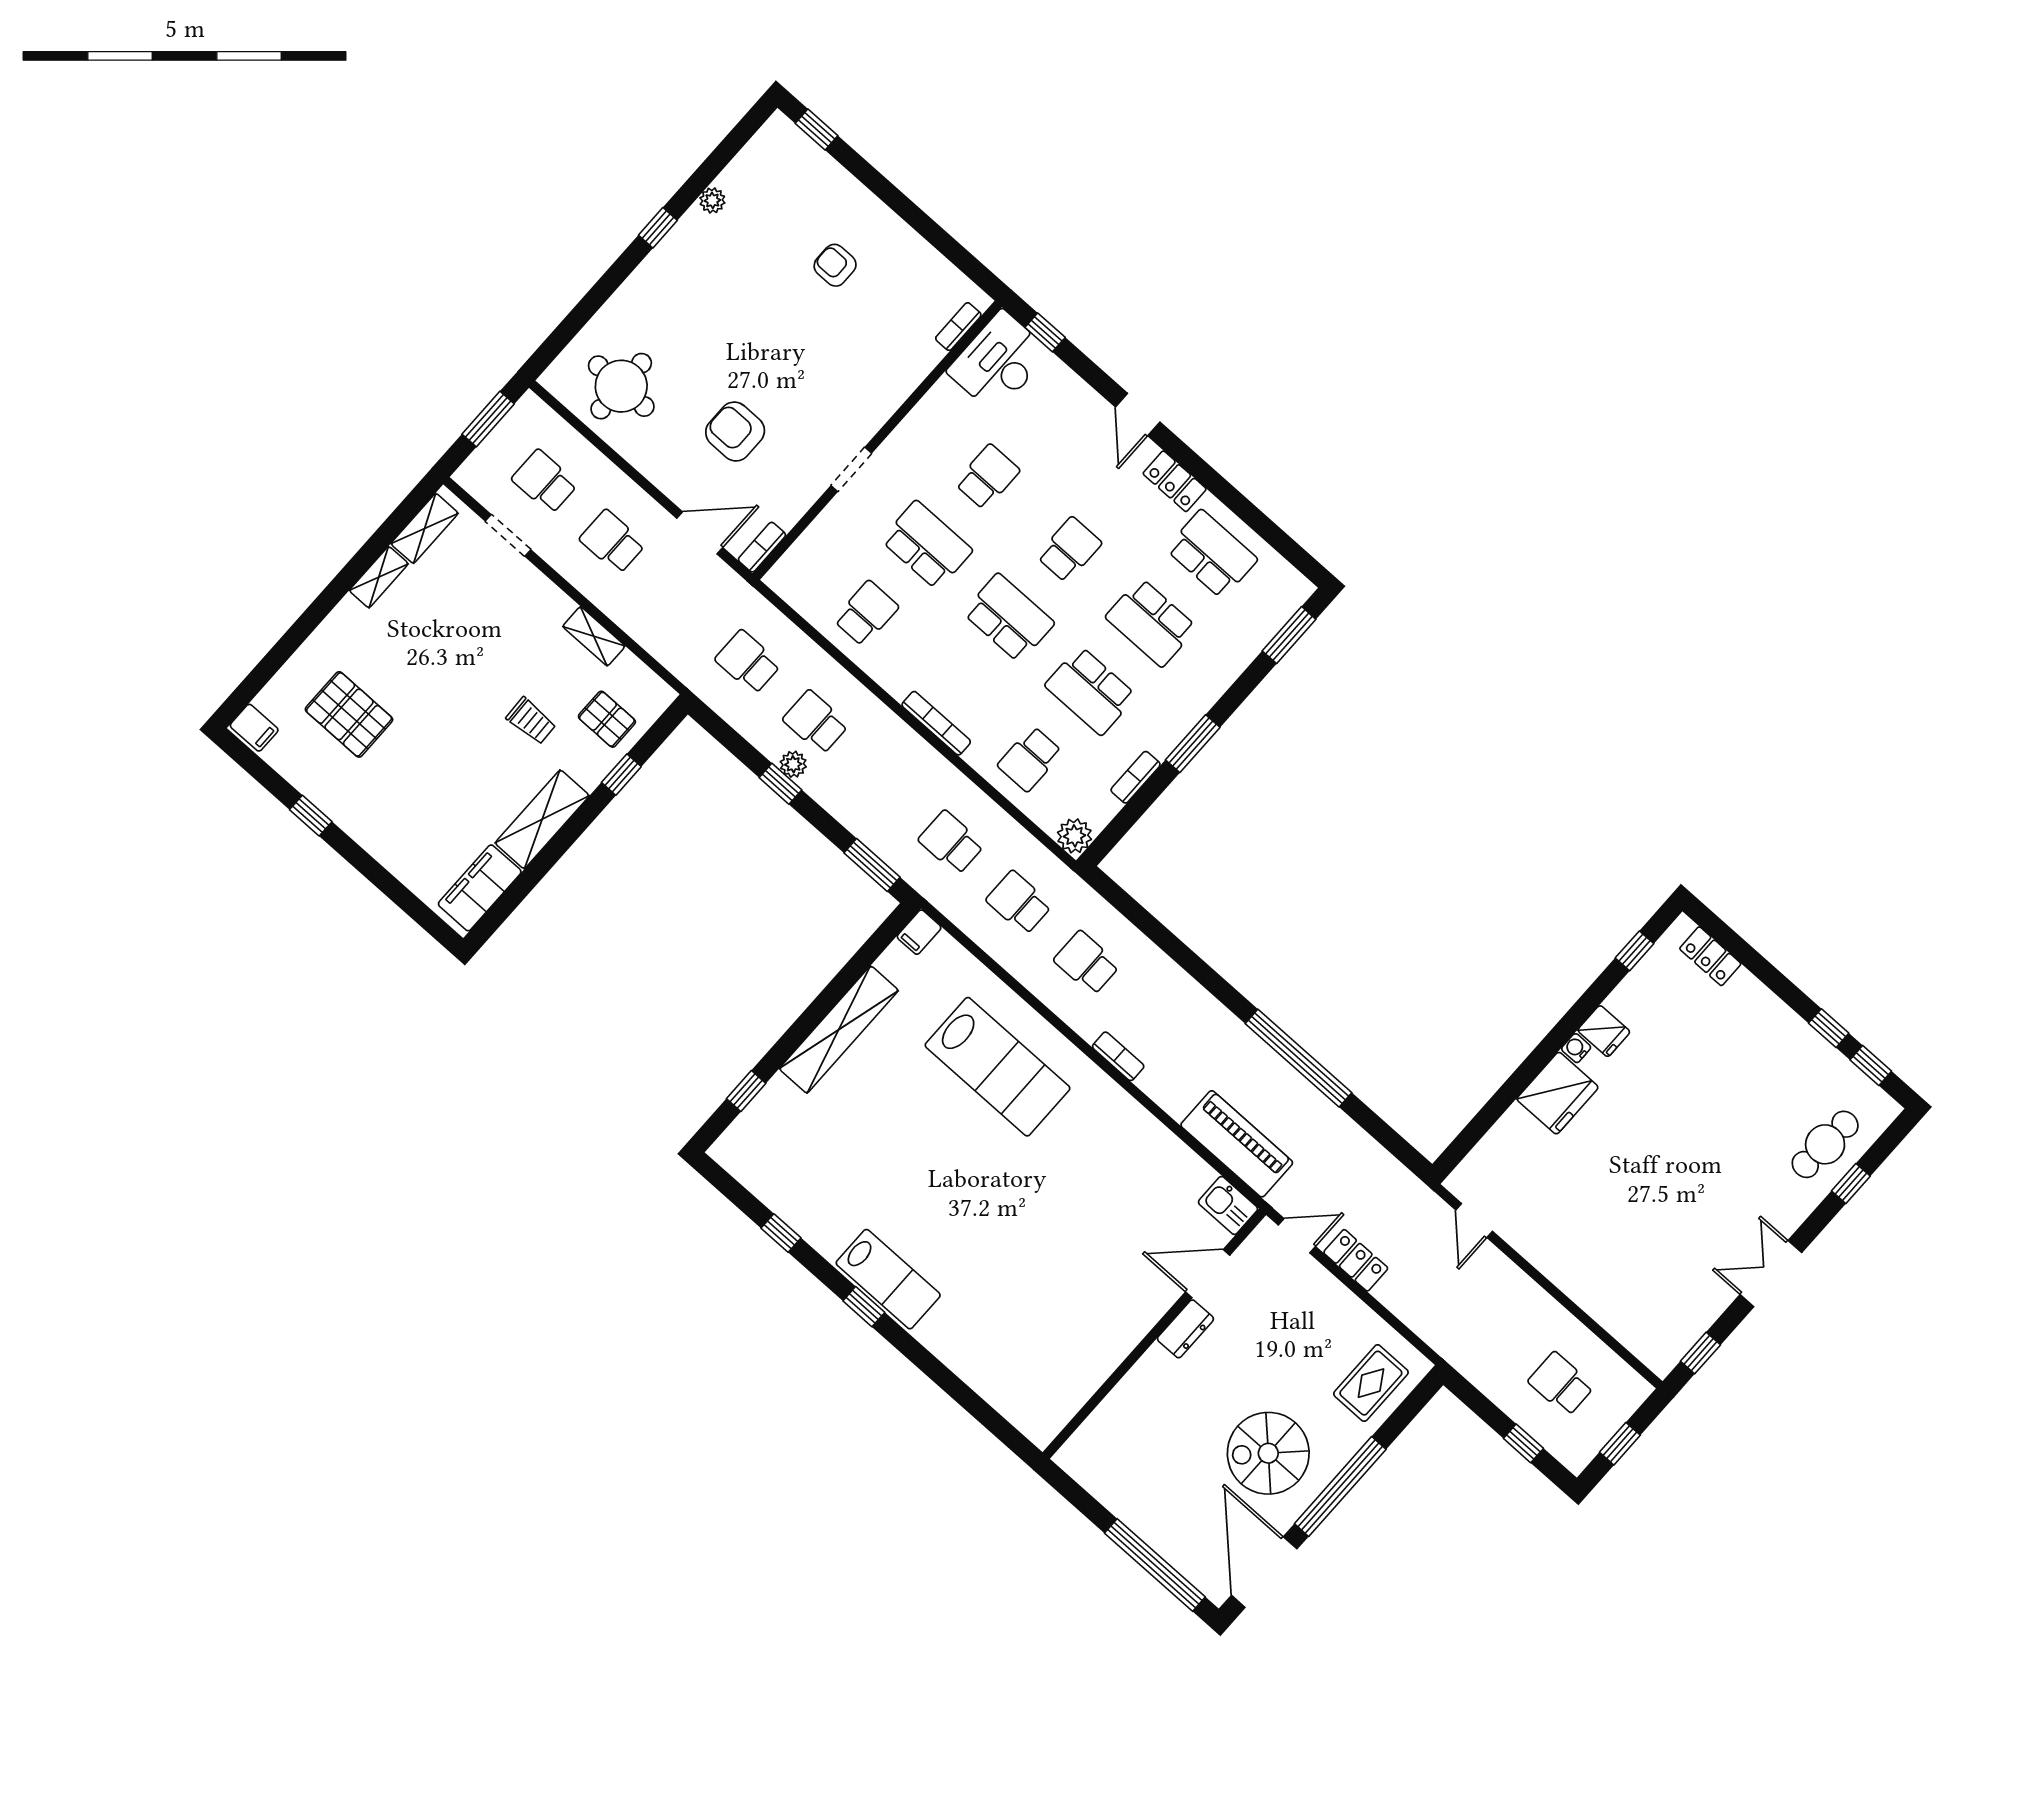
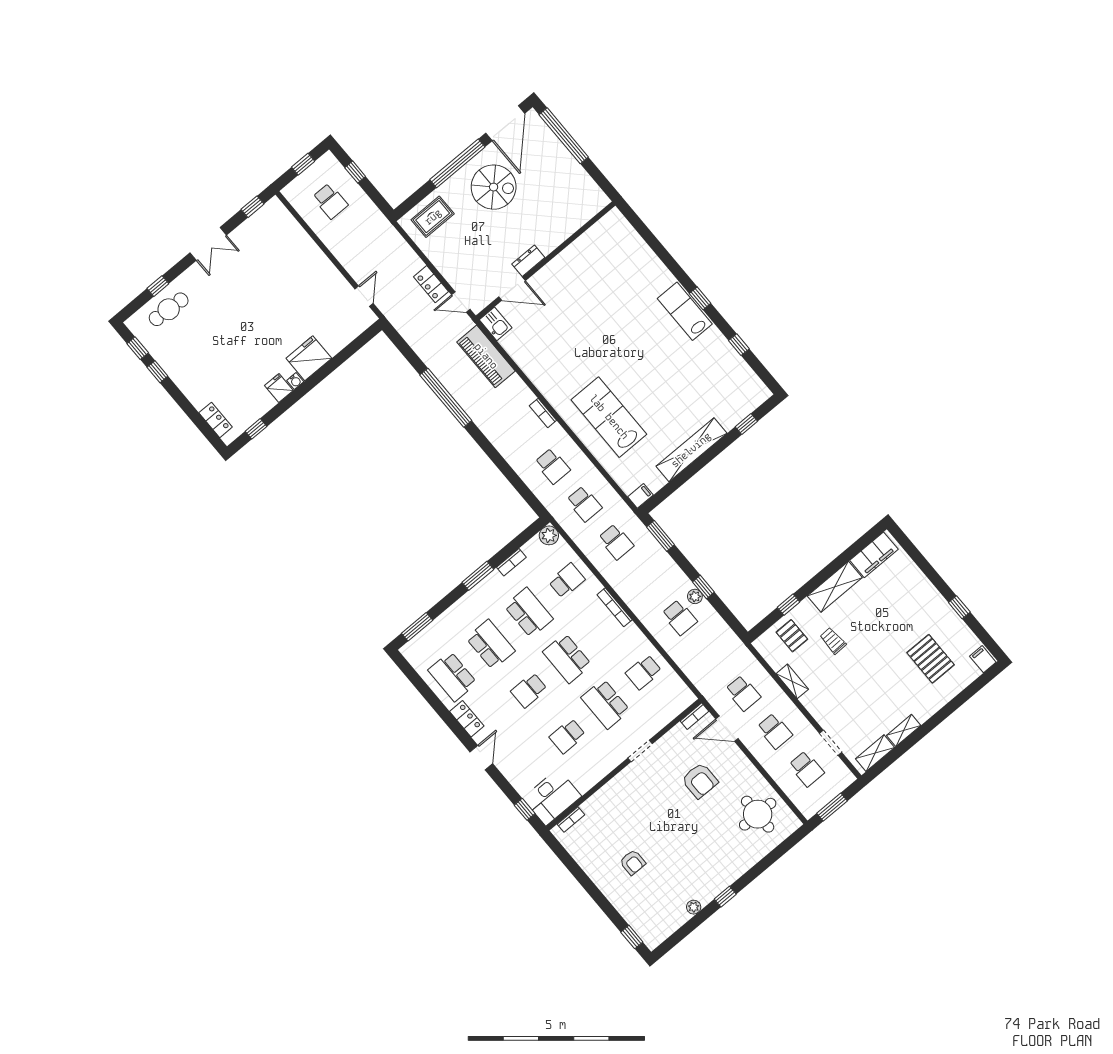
school desk: (748, 662) -> (743, 693), moved

